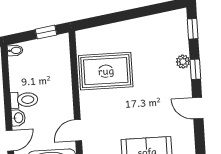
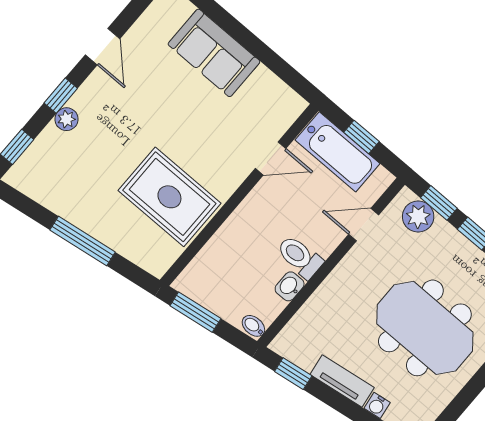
window: (125, 15) -> (83, 241), added
window: (46, 32) -> (195, 312), width x1.50
washbasin: (18, 118) -> (290, 286), moved

